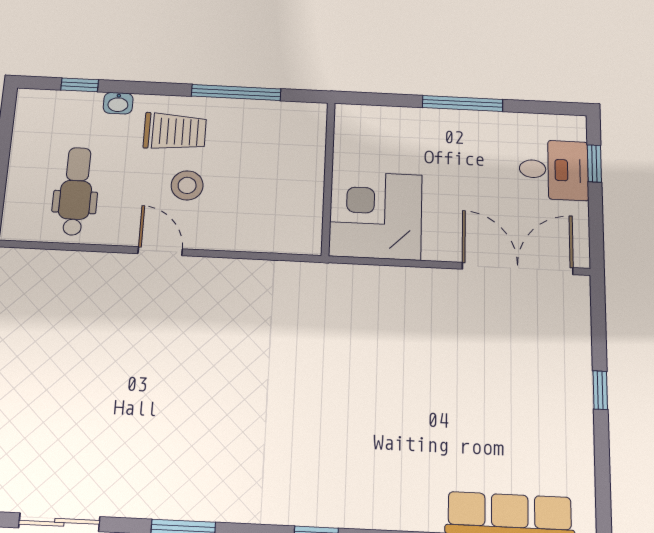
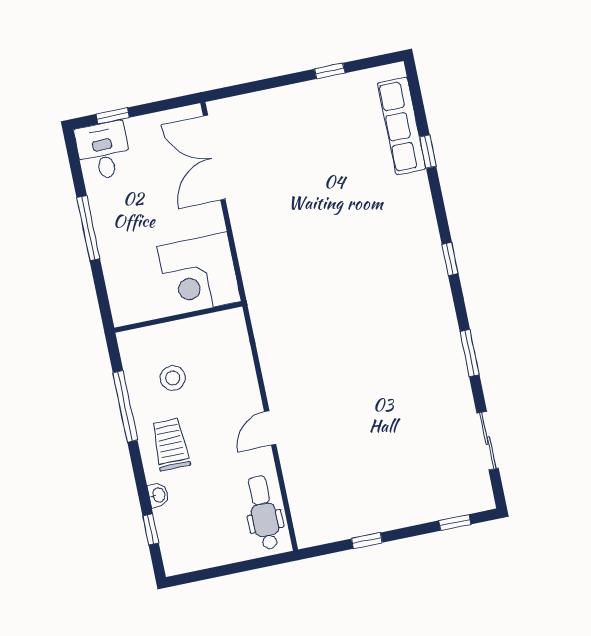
desk: (554, 170) -> (103, 151), moved
stool: (187, 185) -> (173, 378), moved
dental chair: (76, 191) -> (264, 513), moved, turned 90
window: (600, 390) -> (330, 71), moved

